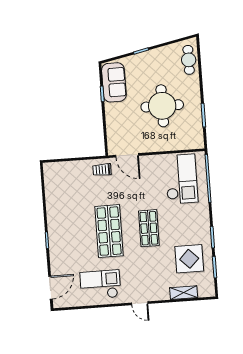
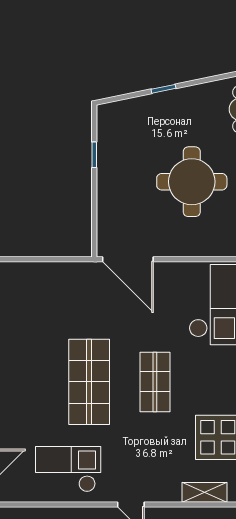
sofa: (114, 82) -> (115, 137), removed
door: (127, 155) -> (128, 259), width x1.36
trolley: (102, 170) -> (85, 280), removed

